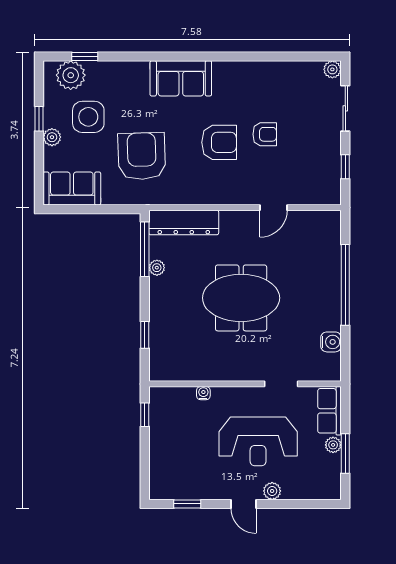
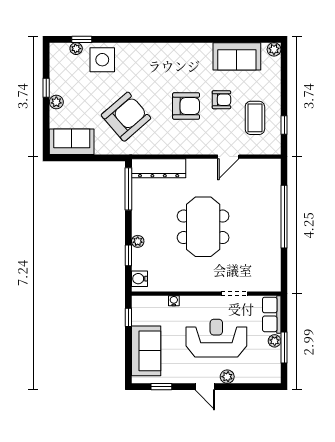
plant: (71, 75) -> (76, 49), width x0.53, depth x0.53
sofa: (181, 78) -> (237, 56), moved
sliding door: (345, 108) -> (284, 80), removed
side table: (88, 117) -> (102, 60), moved
armchair: (142, 156) -> (126, 117), turned 51
coffee table: (308, 158) -> (255, 118), added
plant: (157, 268) -> (138, 241), moved
meeting table: (241, 298) -> (203, 227), turned 90
water cooler: (331, 342) -> (139, 279), moved, turned 180
reception desk: (258, 441) -> (216, 338), turned 180
sofa: (168, 458) -> (146, 351), added

